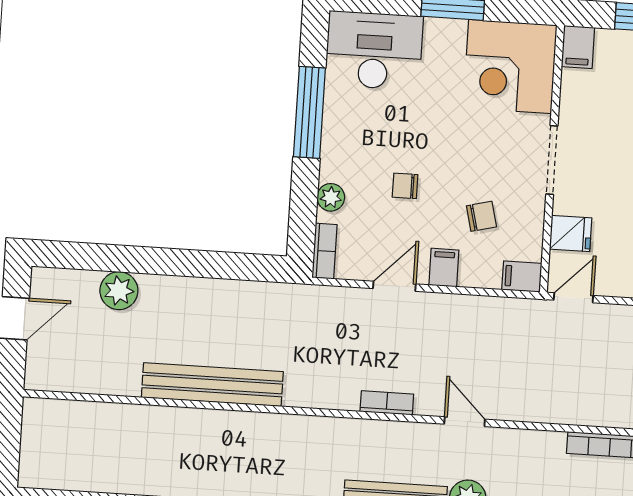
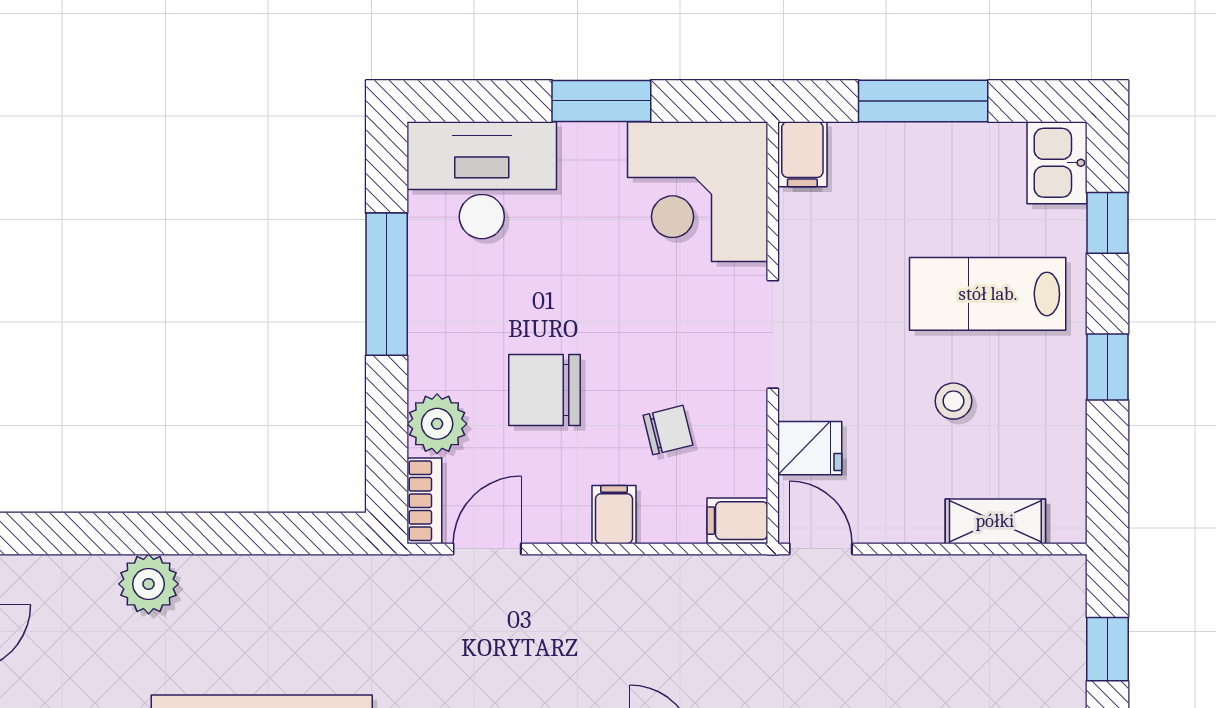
chair: (405, 186) -> (545, 390), width x1.87, depth x1.87
plant: (331, 197) -> (437, 424), width x1.38, depth x1.38
door: (394, 286) -> (487, 549), moved
plant: (119, 291) -> (149, 584), moved
door: (573, 298) -> (821, 549), hinge flipped

